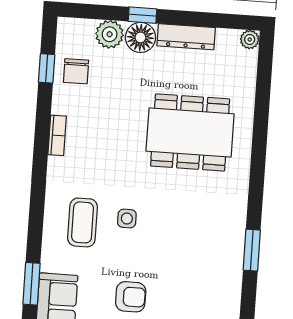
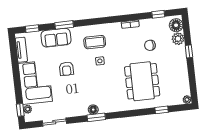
floor lamp: (140, 37) -> (176, 25), moved
dresser: (186, 37) -> (183, 72), removed
chair: (76, 71) -> (150, 45), moved
window: (262, 101) -> (162, 110), added
floor lamp: (233, 254) -> (93, 110), added

